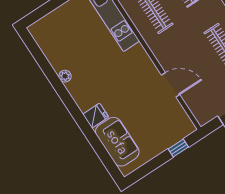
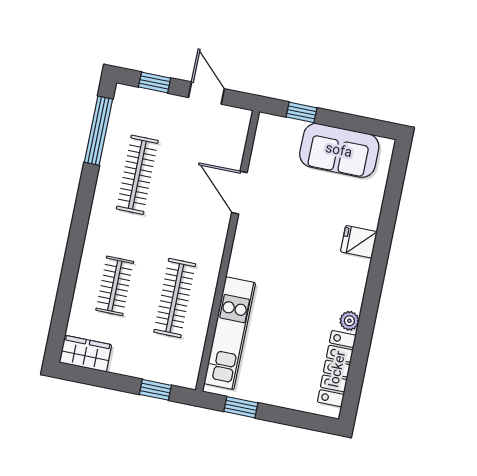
locker: (50, 49) -> (337, 369), added
sofa: (117, 142) -> (339, 150), moved, turned -90

